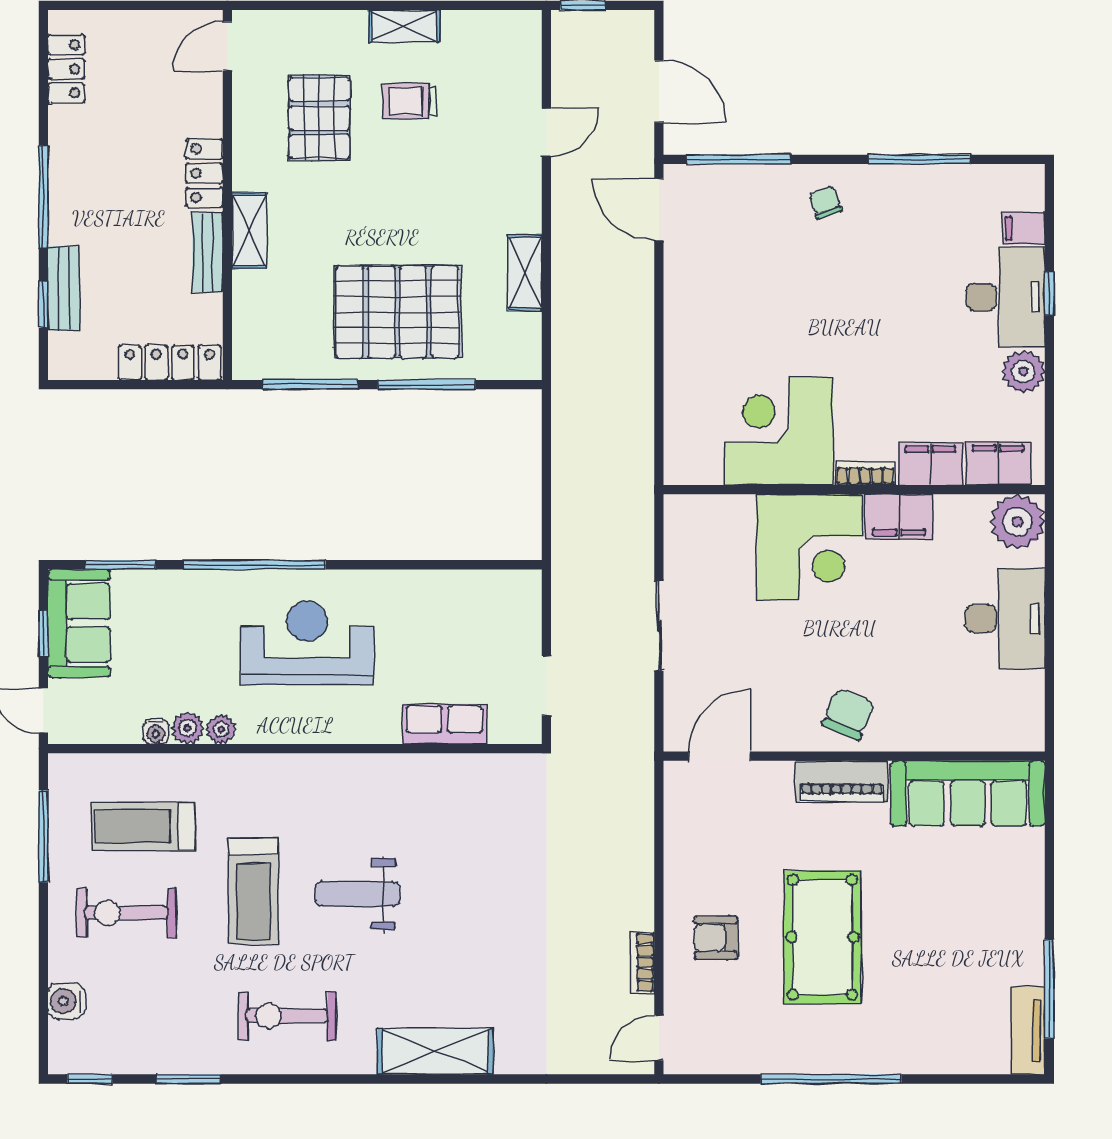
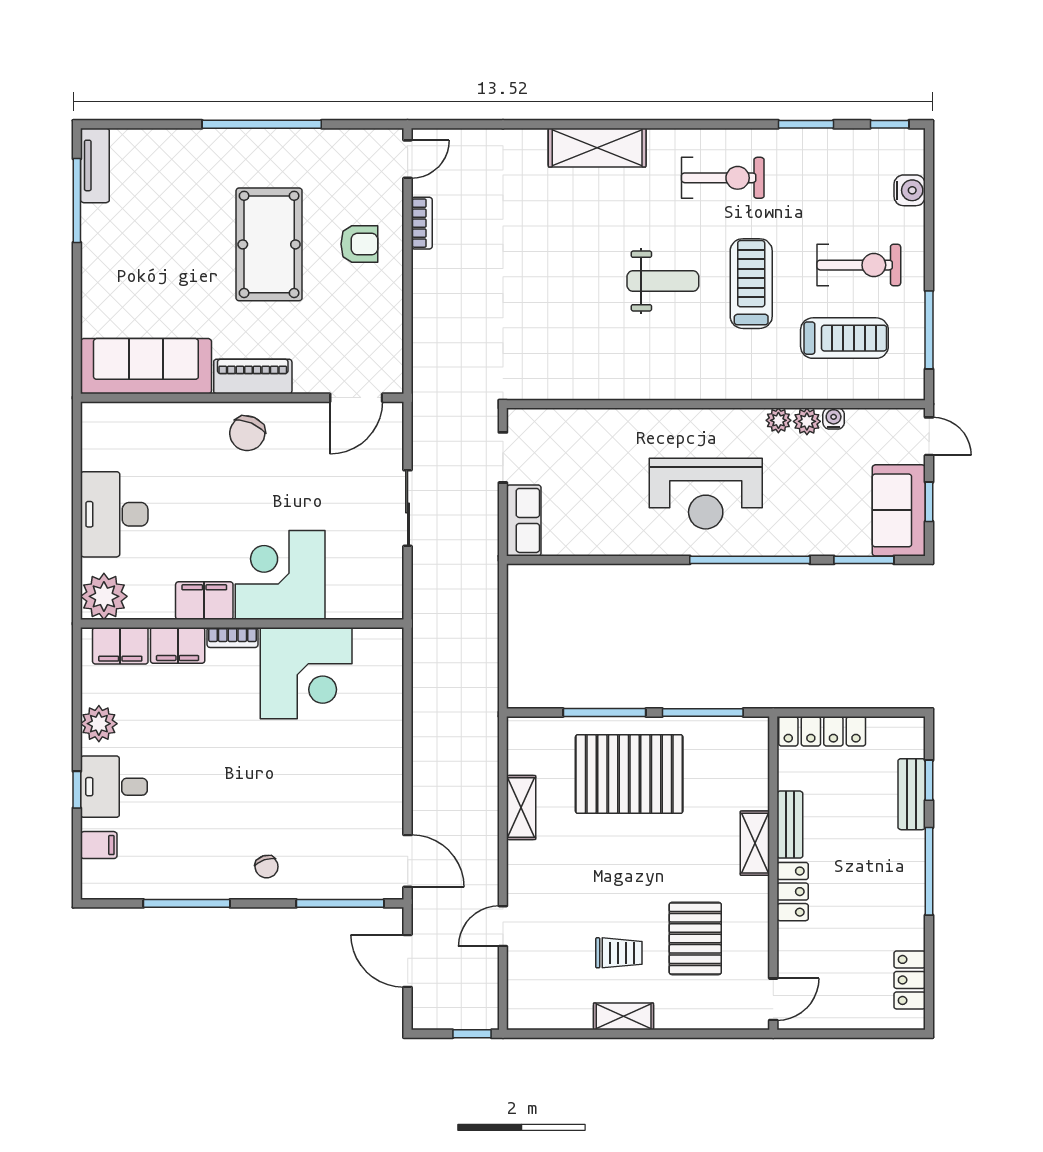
desk: (1006, 297) -> (114, 787), width x0.73
row of seats: (445, 724) -> (524, 520), moved, turned -90

